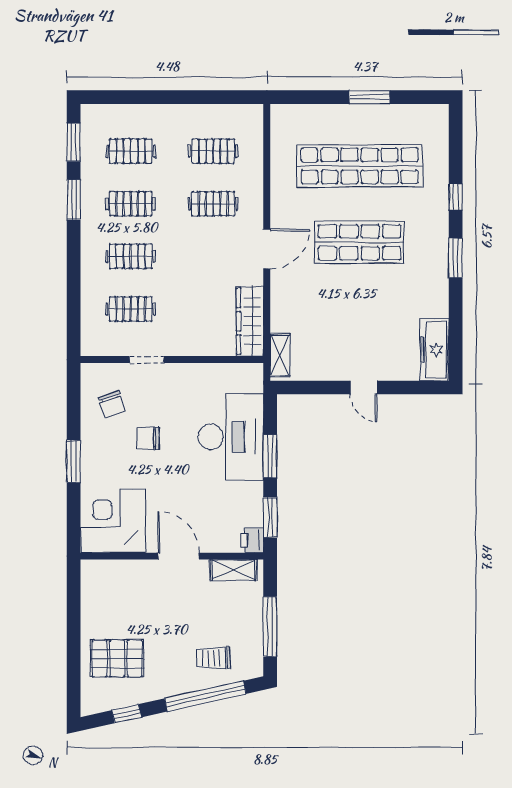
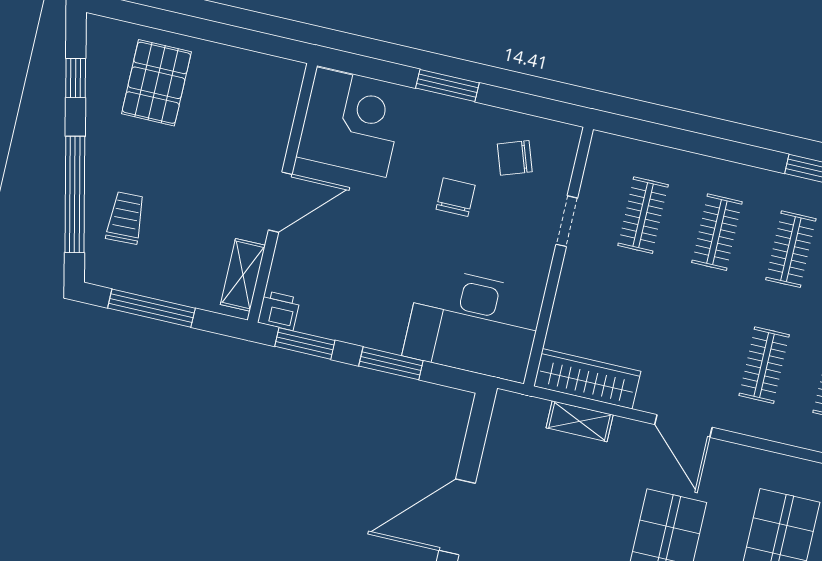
shelving: (280, 355) -> (580, 421), moved
door: (364, 387) -> (457, 517), width x1.88
desk: (231, 437) -> (473, 324), moved

